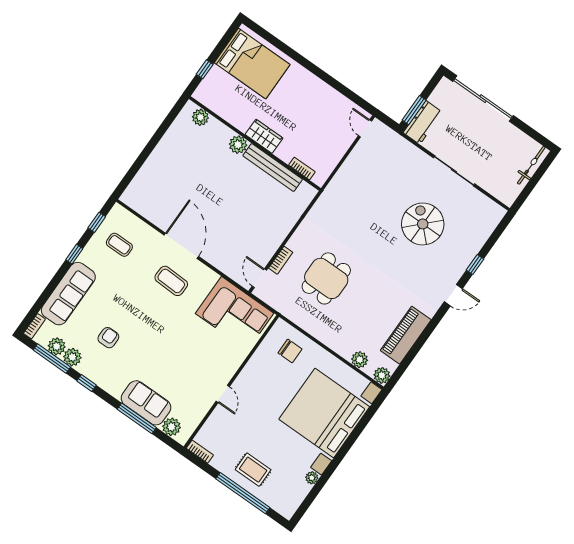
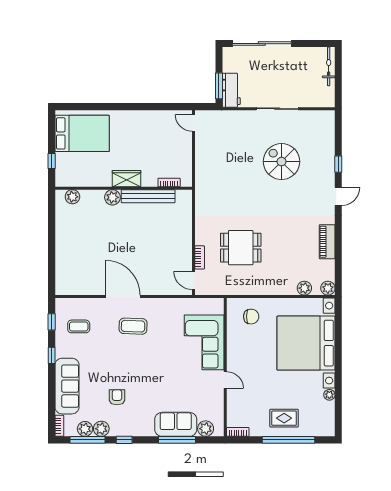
dining table: (326, 278) -> (241, 248), turned 90
corner sofa: (235, 313) -> (204, 342), moved, turned 90
piano: (406, 335) -> (327, 242), width x0.73, depth x0.75

